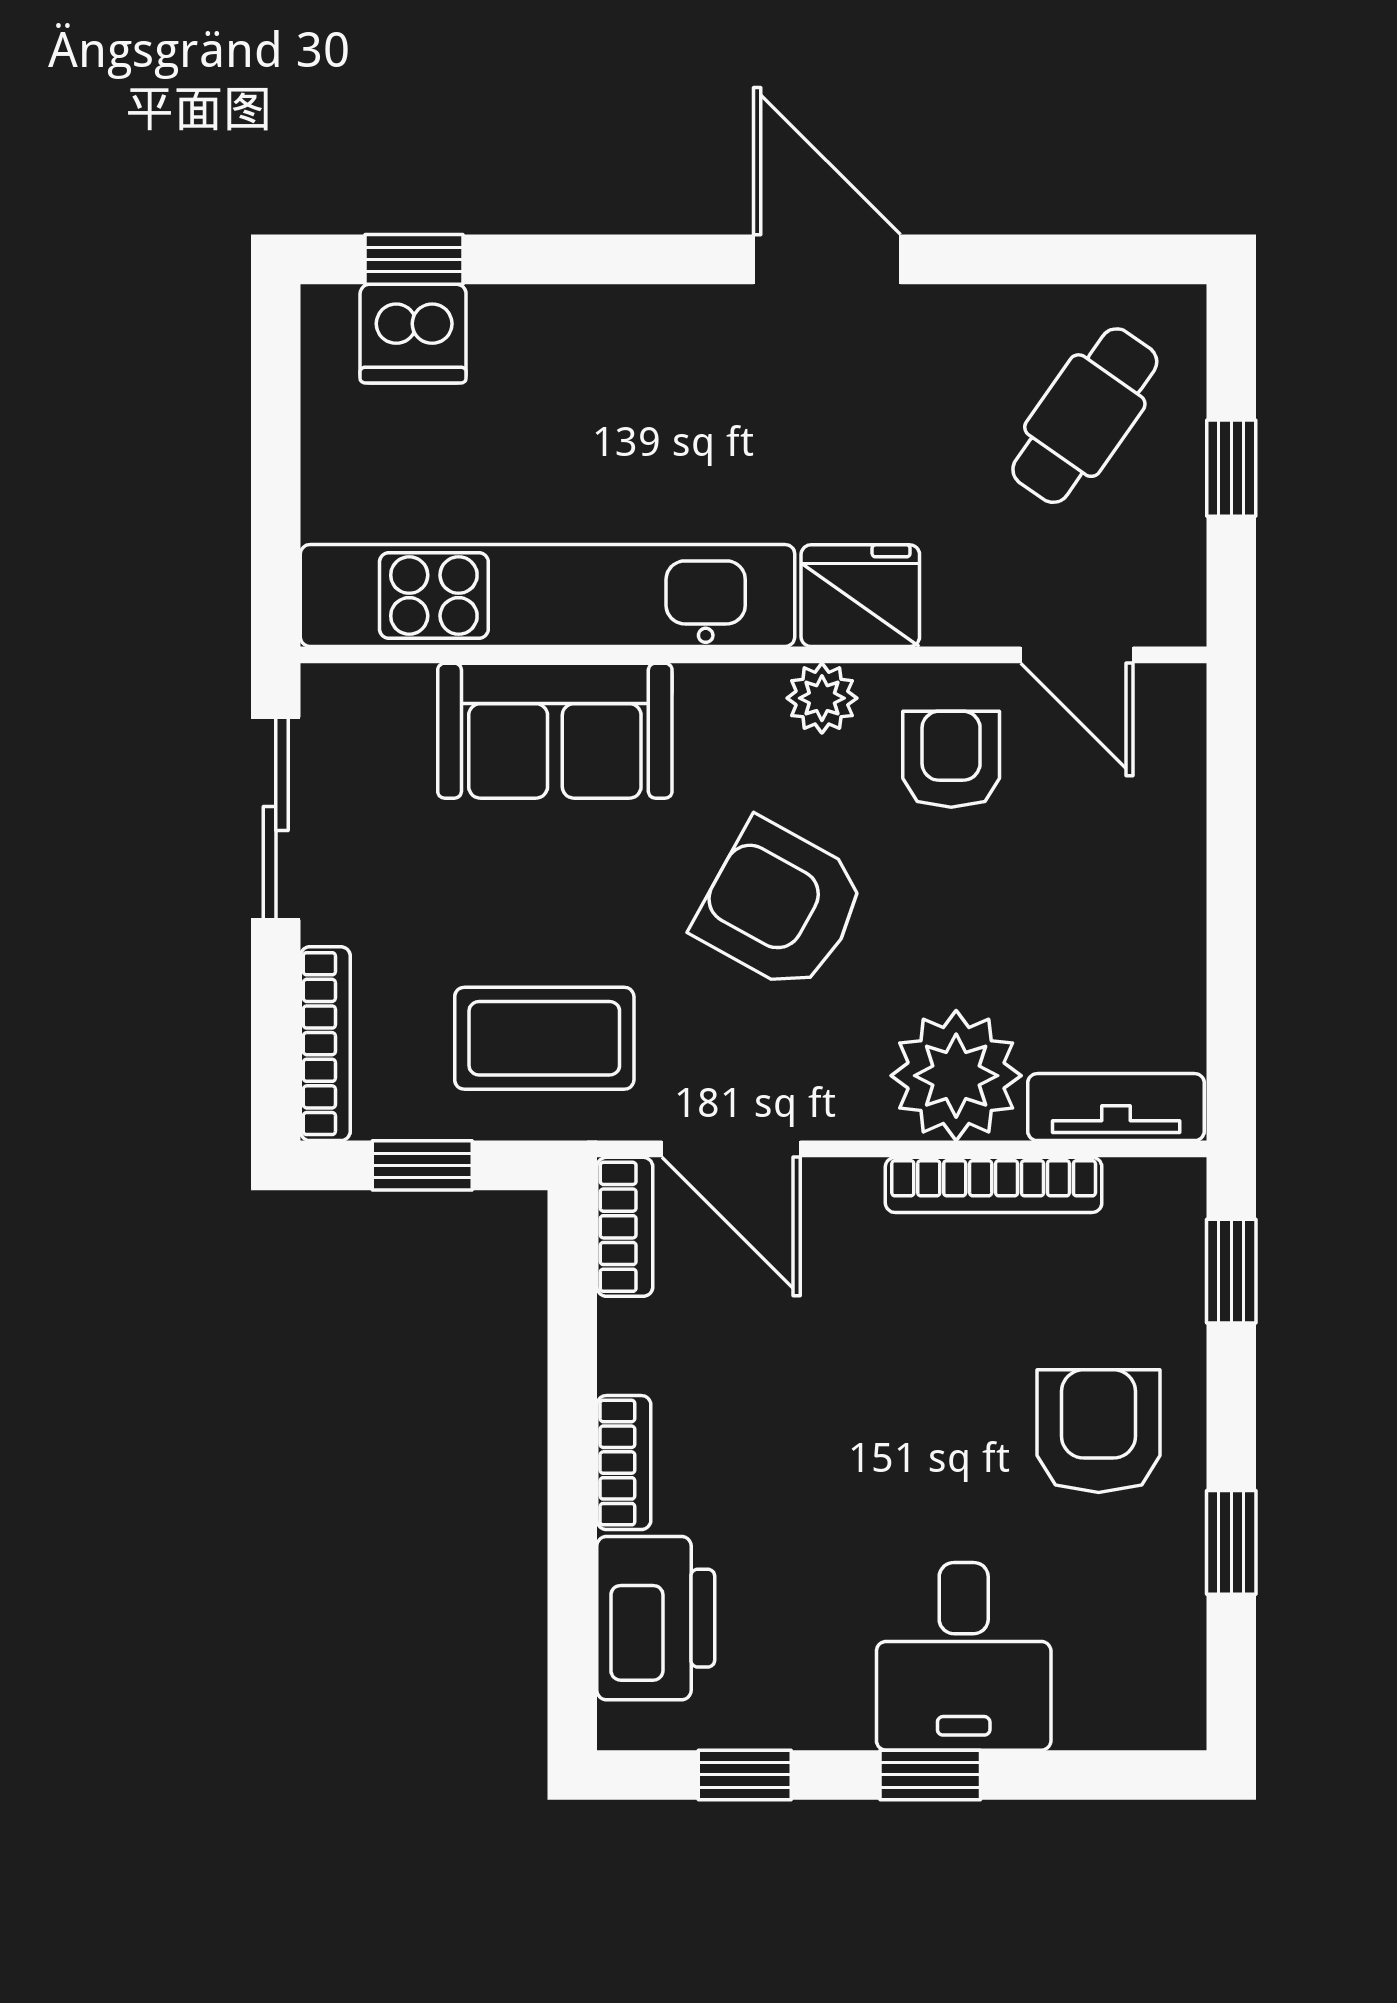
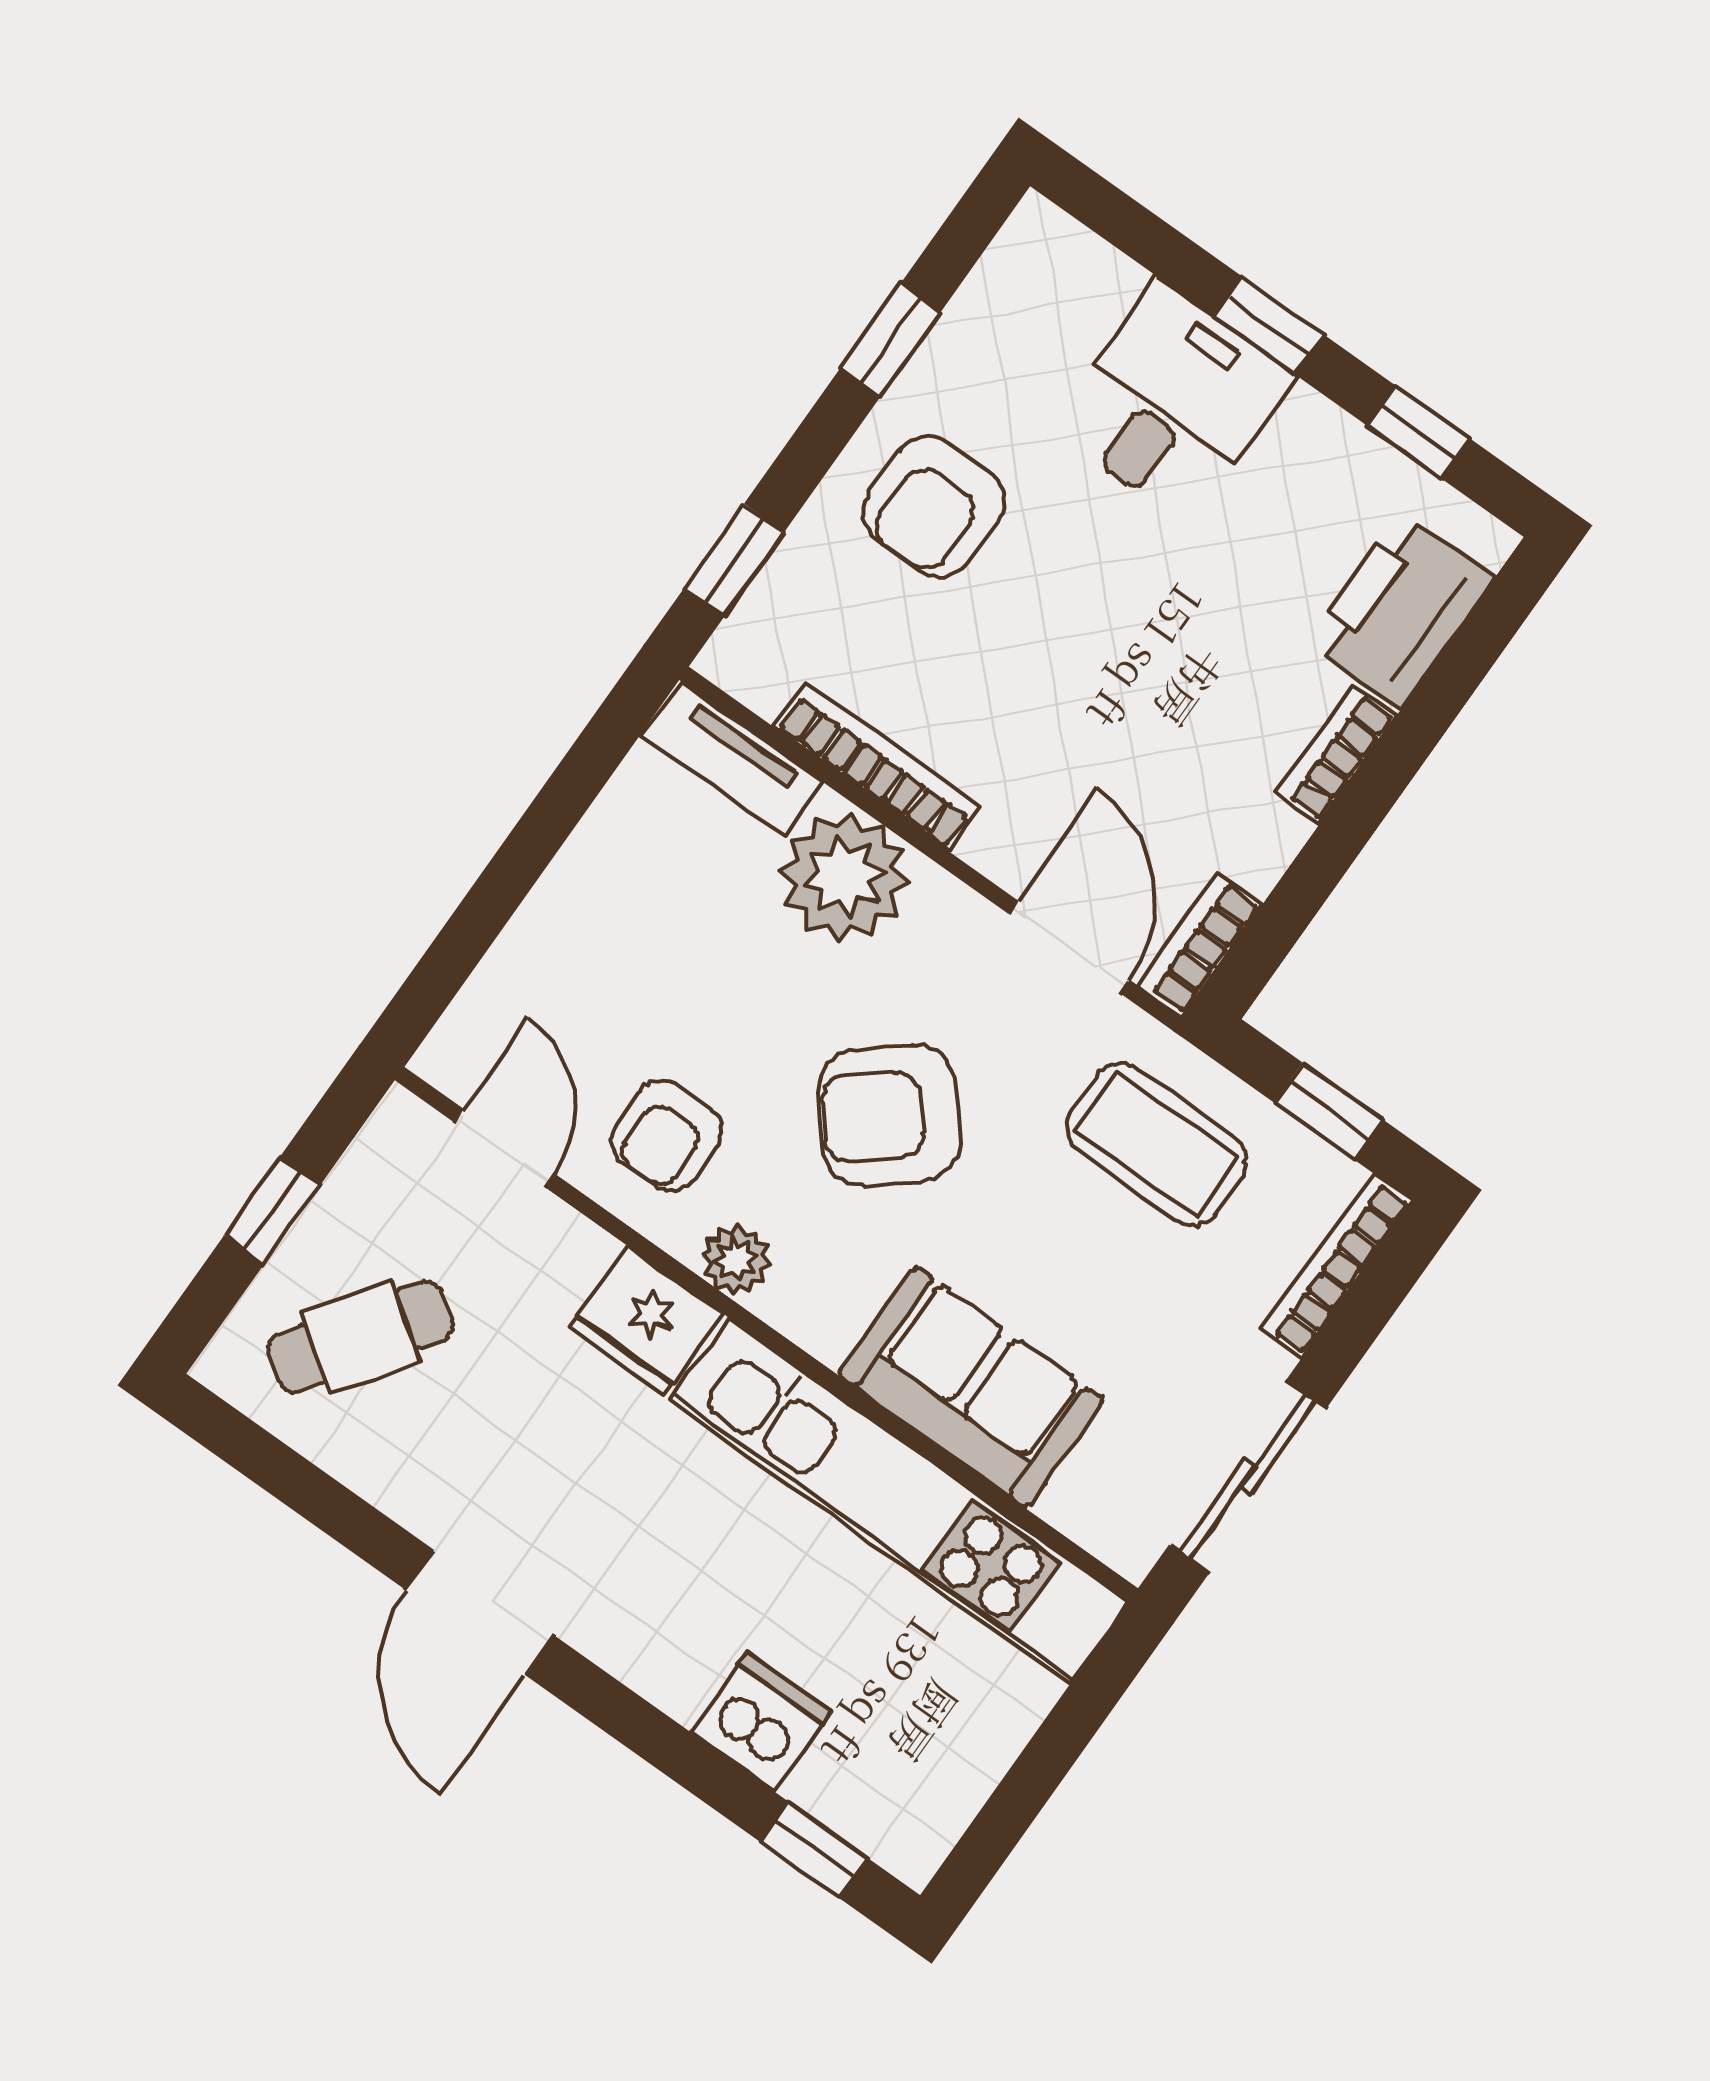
dishwasher: (413, 334) -> (761, 1722), moved
armchair: (781, 906) -> (889, 1115), turned 111

